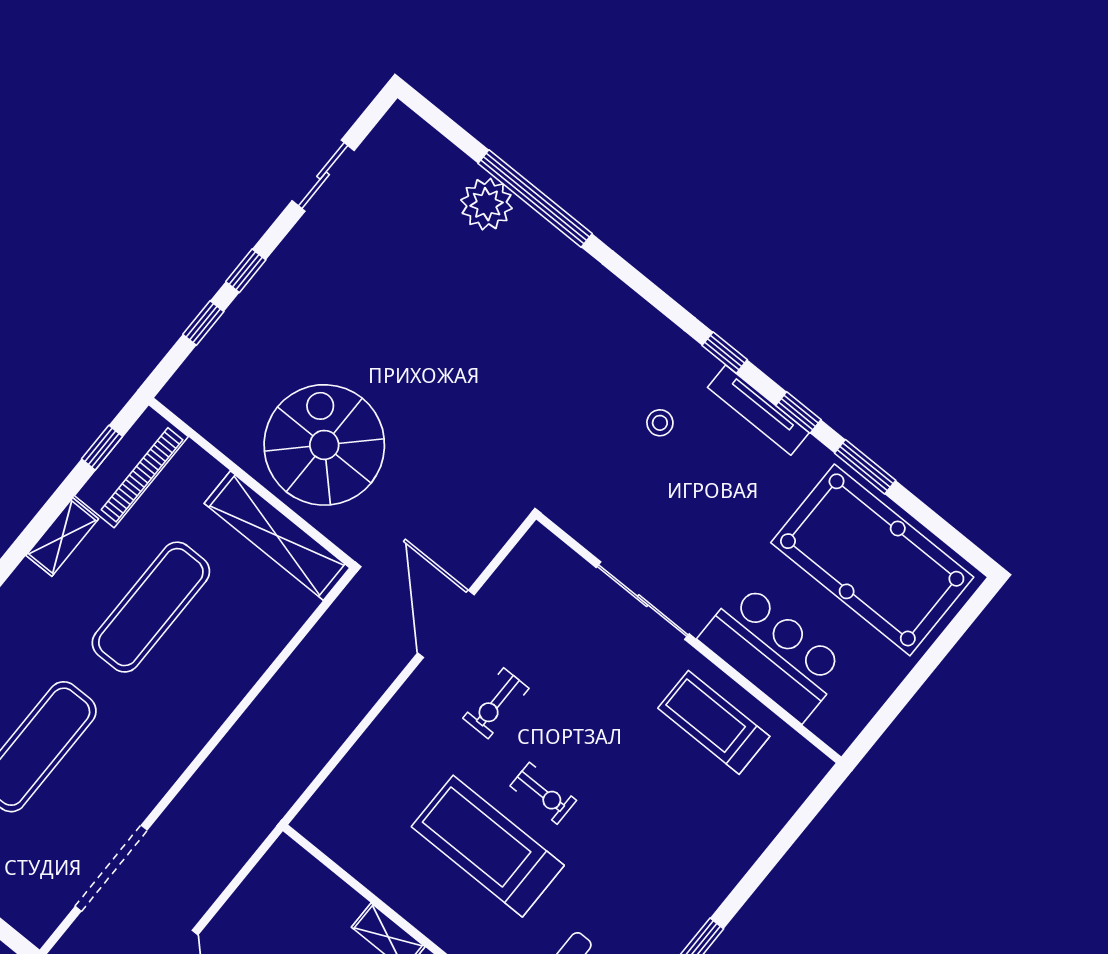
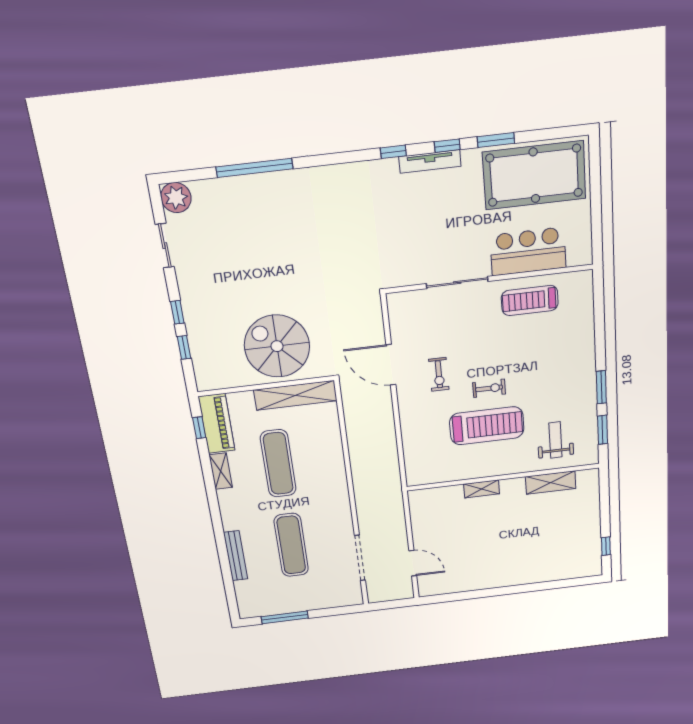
plant: (487, 204) -> (176, 198), moved
stool: (660, 423) -> (396, 207), removed
treadmill: (488, 846) -> (487, 426), turned 180

